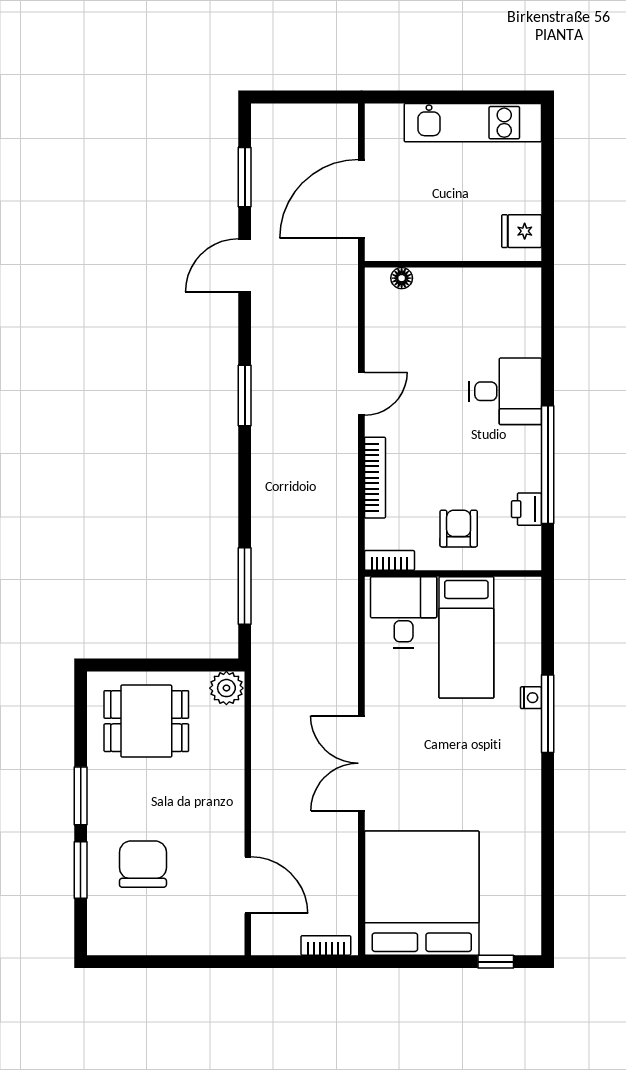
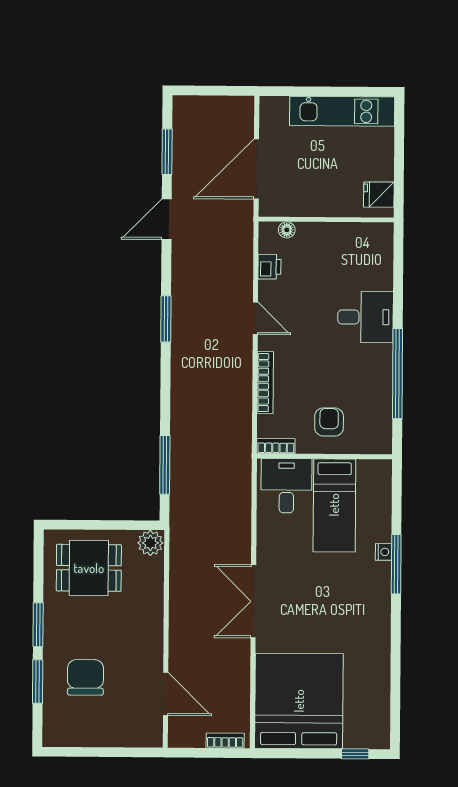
door: (361, 394) -> (255, 318), hinge flipped
printer: (526, 509) -> (269, 267), moved, turned 180

